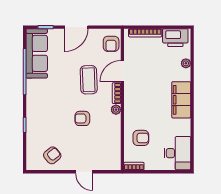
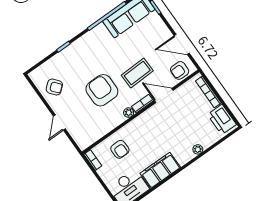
door: (76, 27) -> (182, 45), moved
plant: (186, 63) -> (198, 149), moved
filing cabinet: (181, 100) -> (160, 170), moved
armchair: (82, 118) -> (102, 90), width x1.88, depth x1.88

